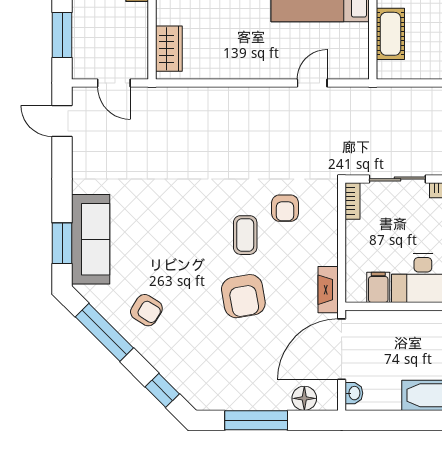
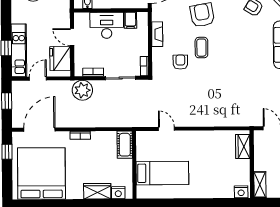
cot: (390, 34) -> (125, 145), moved
door: (312, 83) -> (166, 129), swing flipped
fireplace: (328, 290) -> (157, 34), moved

